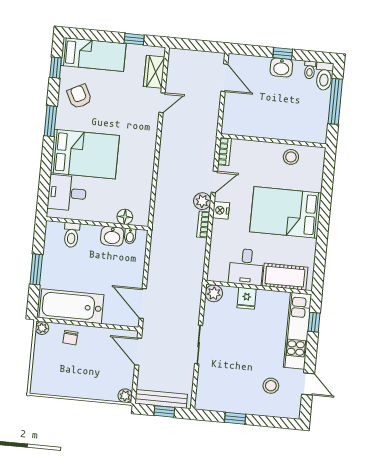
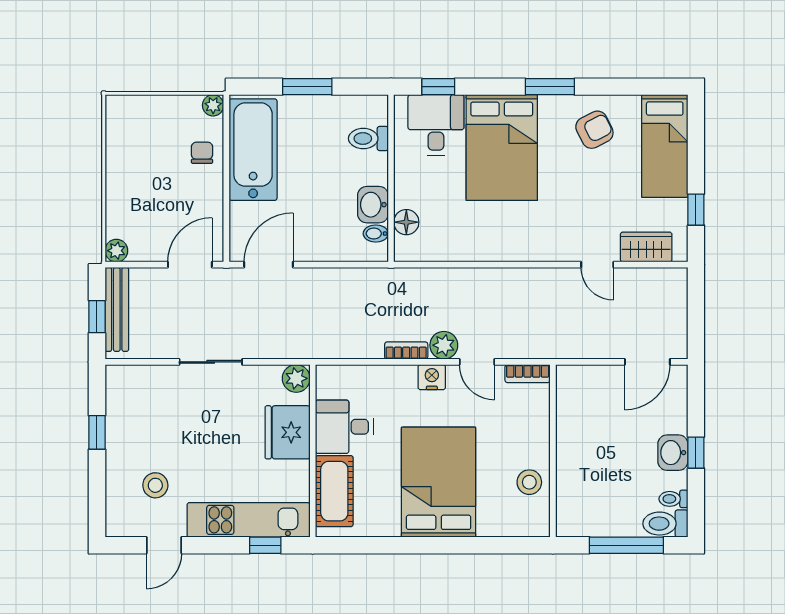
window: (56, 68) -> (438, 87), moved
fridge: (247, 298) -> (288, 432), width x1.88, depth x1.34
chair: (70, 338) -> (202, 153), turned 86

